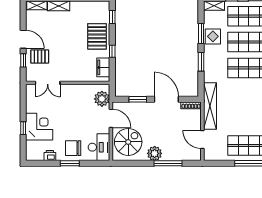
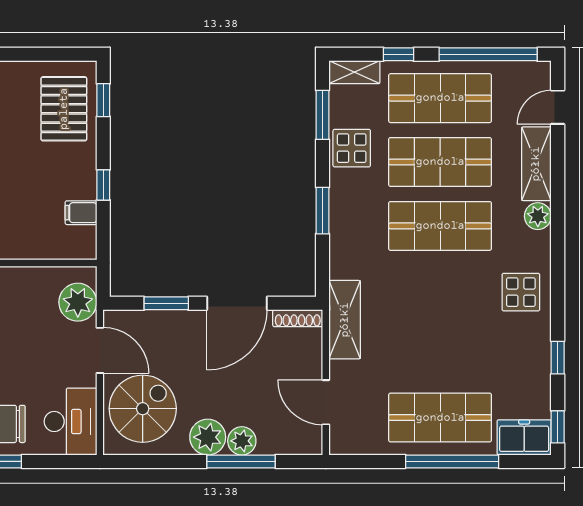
window: (201, 33) -> (322, 115), moved
pallet: (97, 36) -> (64, 109), moved
filing cabinet: (103, 67) -> (81, 213), width x0.50
door: (166, 99) -> (237, 303), swing flipped
shelving: (210, 106) -> (345, 320), width x0.68
plant: (168, 155) -> (242, 441), added

